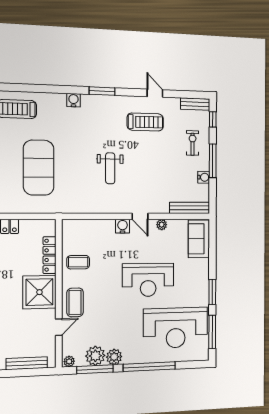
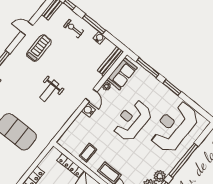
weight bench: (110, 168) -> (49, 91), turned 90
door: (140, 216) -> (91, 95), hinge flipped
sofa: (199, 239) -> (122, 74), moved, turned -90
reception desk: (148, 280) -> (132, 120), turned 180
reception desk: (176, 328) -> (174, 127), turned 180
window: (212, 332) -> (147, 68), moved

